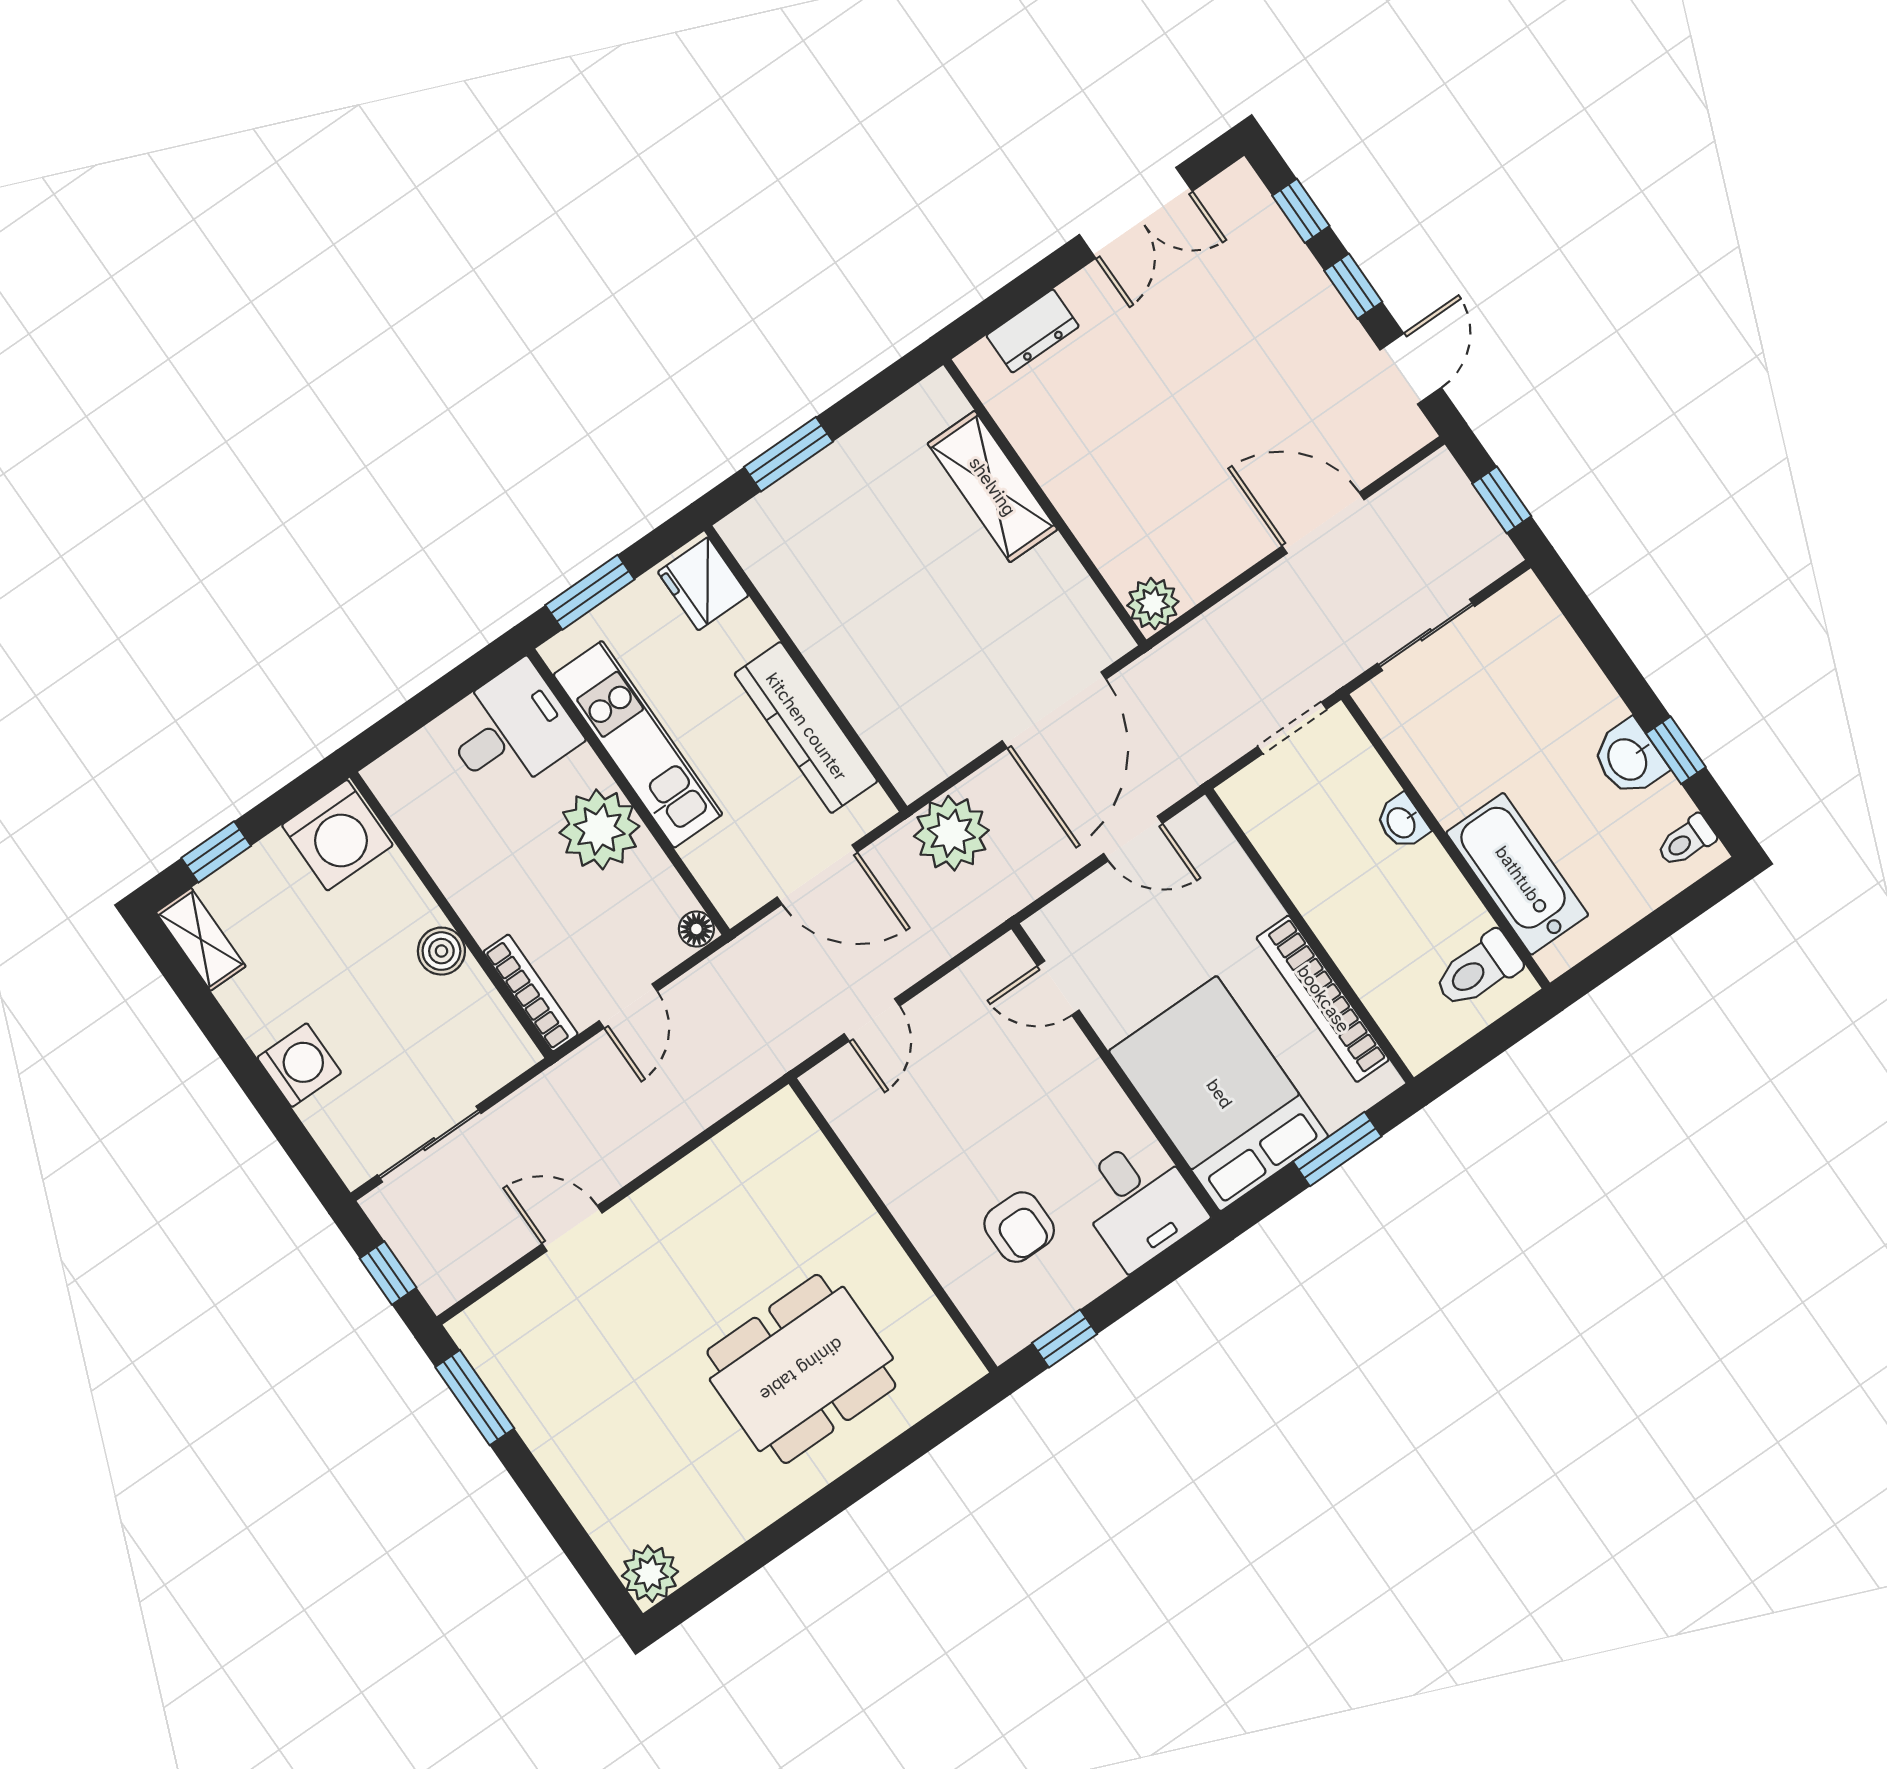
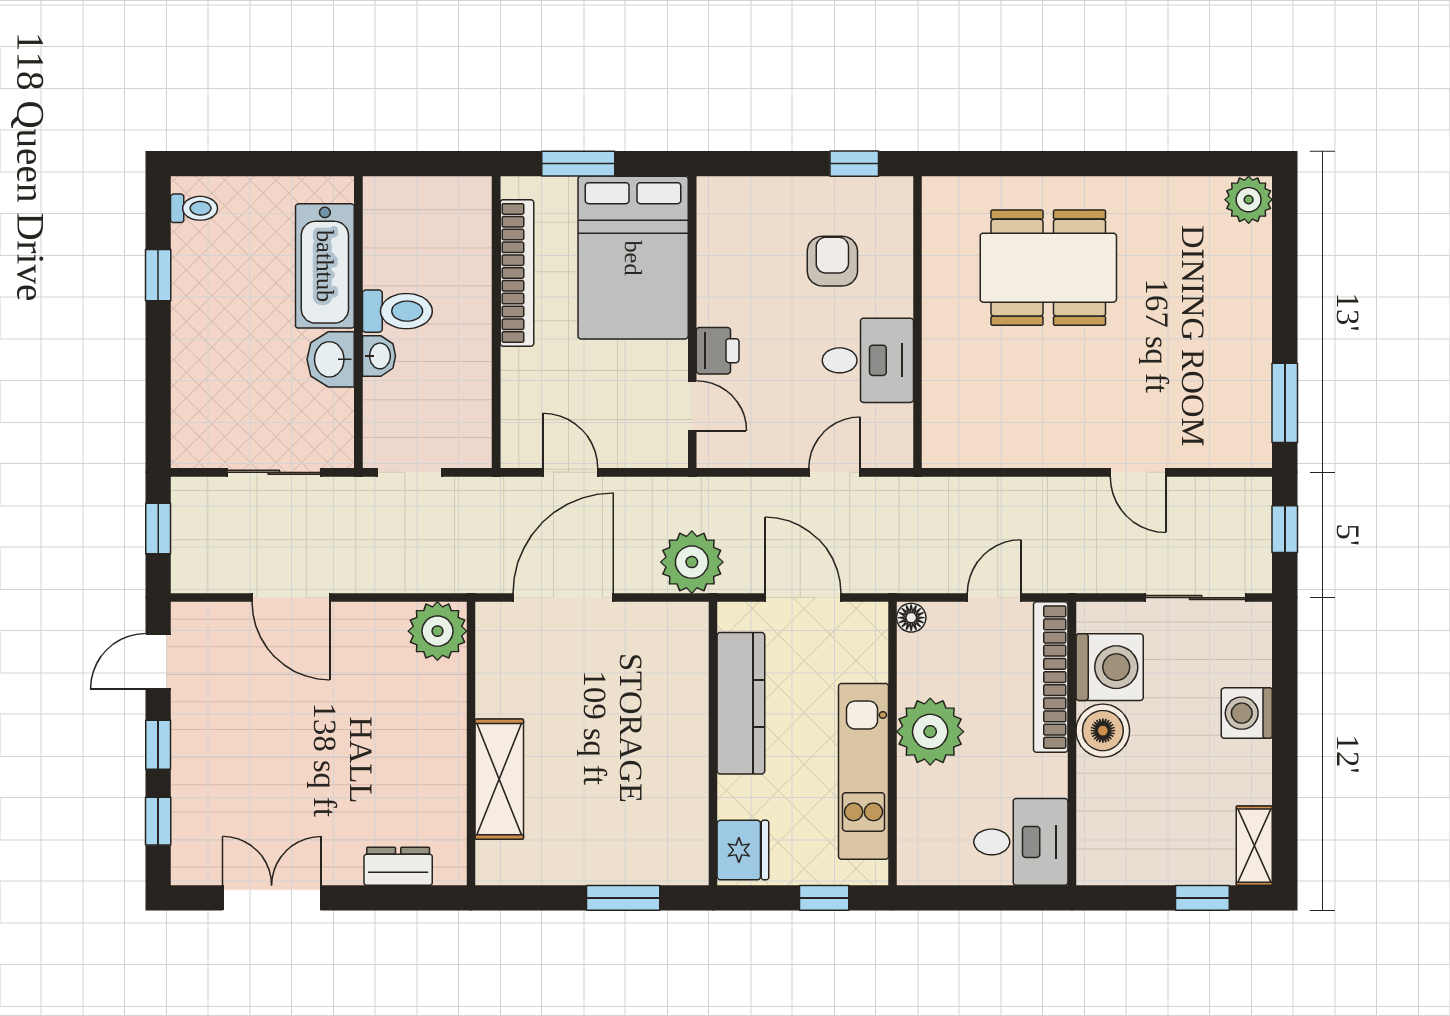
window: (590, 592) -> (824, 898), width x0.67
plant: (1153, 604) -> (437, 631), width x1.36, depth x1.36
desk: (510, 730) -> (1021, 842), moved, turned 180
washbasin: (1629, 759) -> (331, 359), moved, turned 180
washing machine: (337, 835) -> (1110, 667), moved, turned 90
boiler: (441, 951) -> (1103, 731), width x1.36, depth x1.36
toilet: (1478, 970) -> (397, 311), moved
bookcase: (531, 993) -> (1051, 677), width x1.48, depth x1.31
printer: (1071, 1060) -> (718, 351), added
desk: (1139, 1202) -> (868, 360), moved, turned 90

